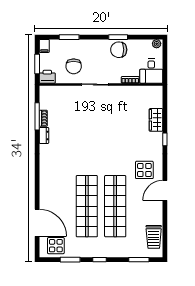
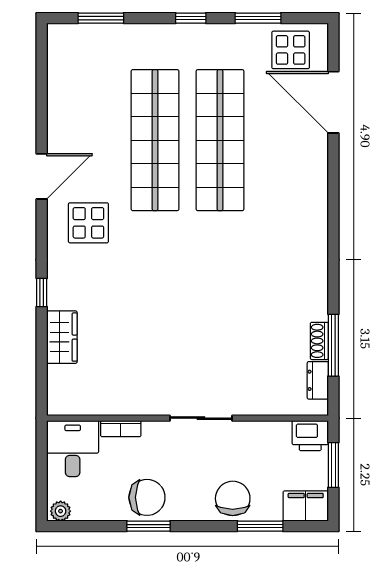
filing cabinet: (44, 46) -> (306, 506), width x2.00
chair: (74, 66) -> (233, 498), moved
dresser: (44, 135) -> (318, 380), moved
trolley: (154, 237) -> (67, 70), removed

